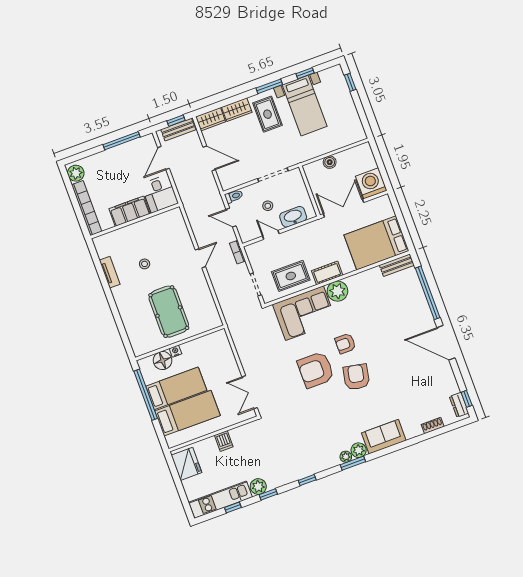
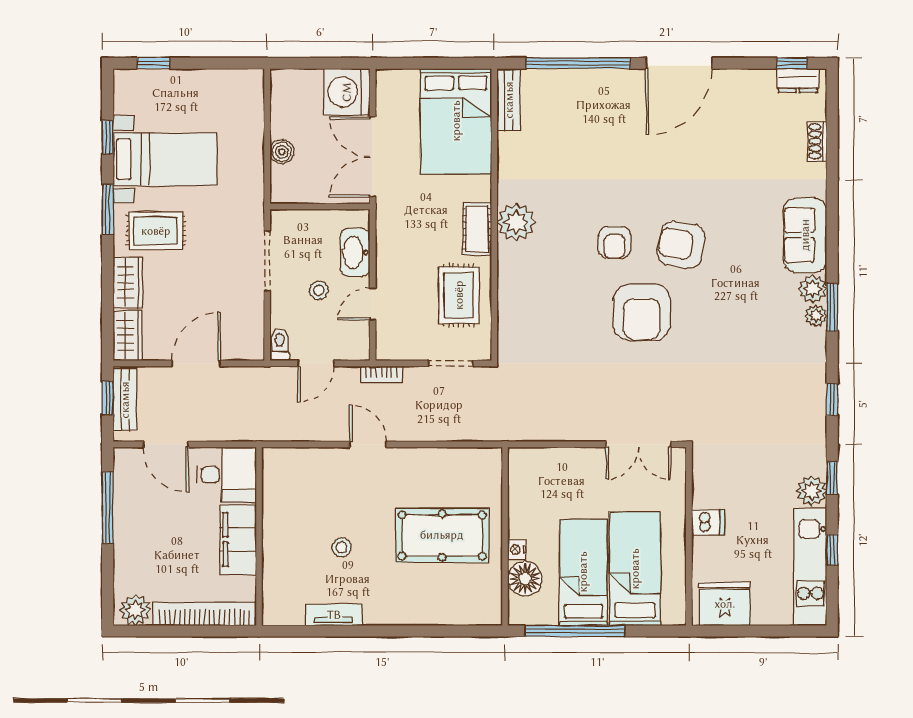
corner sofa: (305, 313) -> (534, 295), removed

